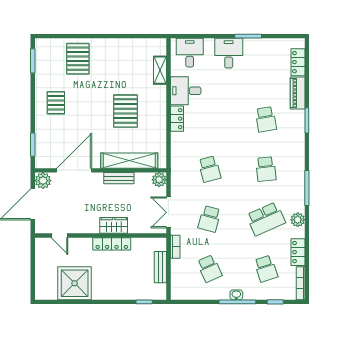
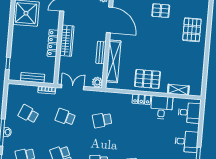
pallet: (78, 59) -> (192, 30), turned 90
pallet: (125, 111) -> (147, 79), moved
wardrobe: (114, 225) -> (67, 41), width x1.50
school desk: (209, 269) -> (28, 114), turned 48

